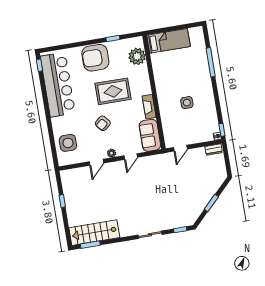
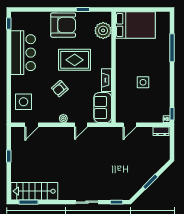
bed: (168, 41) -> (135, 25), width x1.50
armchair: (95, 58) -> (63, 25), turned 180
bar counter: (58, 85) -> (23, 53), width x0.73
door: (96, 162) -> (32, 125), moved

